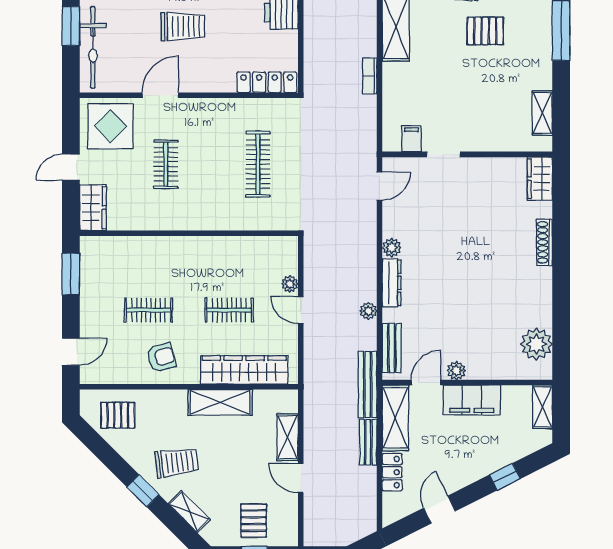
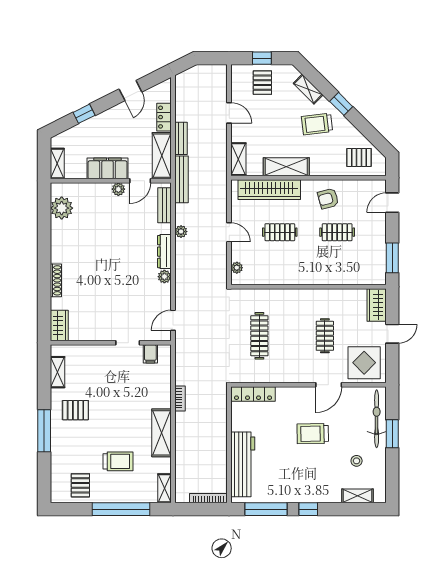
pallet: (485, 31) -> (75, 410), moved
plant: (290, 284) -> (237, 268), moved
shelving: (287, 437) -> (238, 159), moved

